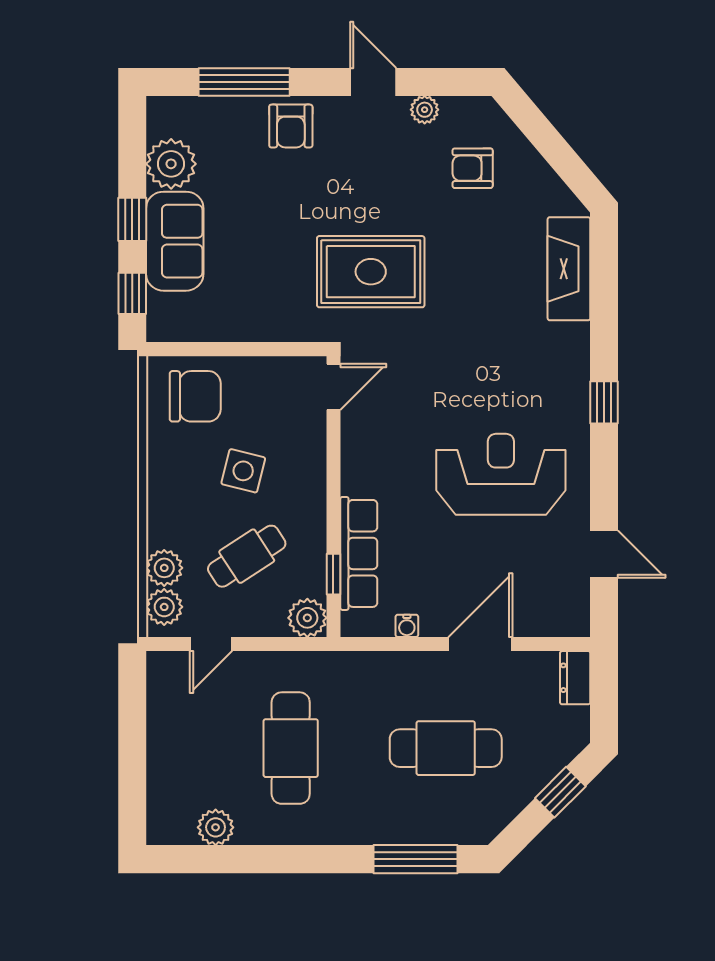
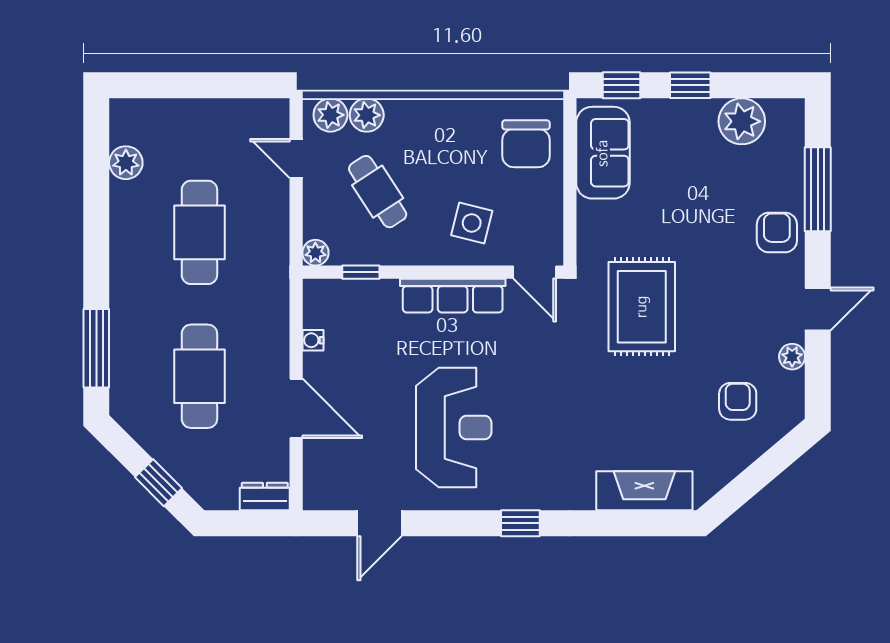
armchair: (291, 126) -> (777, 232), turned 90
sofa: (175, 241) -> (603, 153), moved, turned -90
side table: (243, 471) -> (472, 223), moved
row of seats: (359, 553) -> (453, 296), moved
plant: (307, 618) -> (315, 253), width x0.73, depth x0.73
cafe table: (291, 748) -> (199, 232), turned 90

